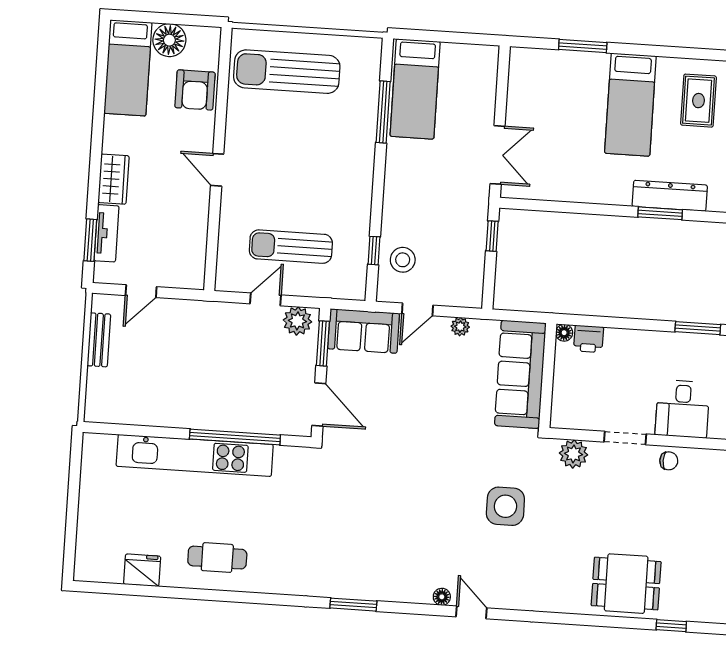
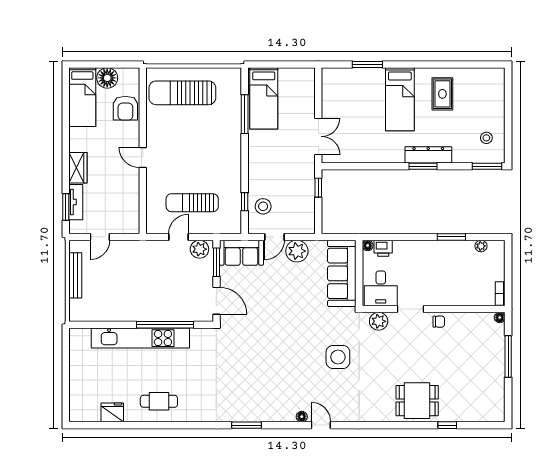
plant: (460, 327) -> (297, 251), width x1.88, depth x1.88
bench: (99, 340) -> (75, 275), width x1.36
desk: (682, 409) -> (381, 288), moved

